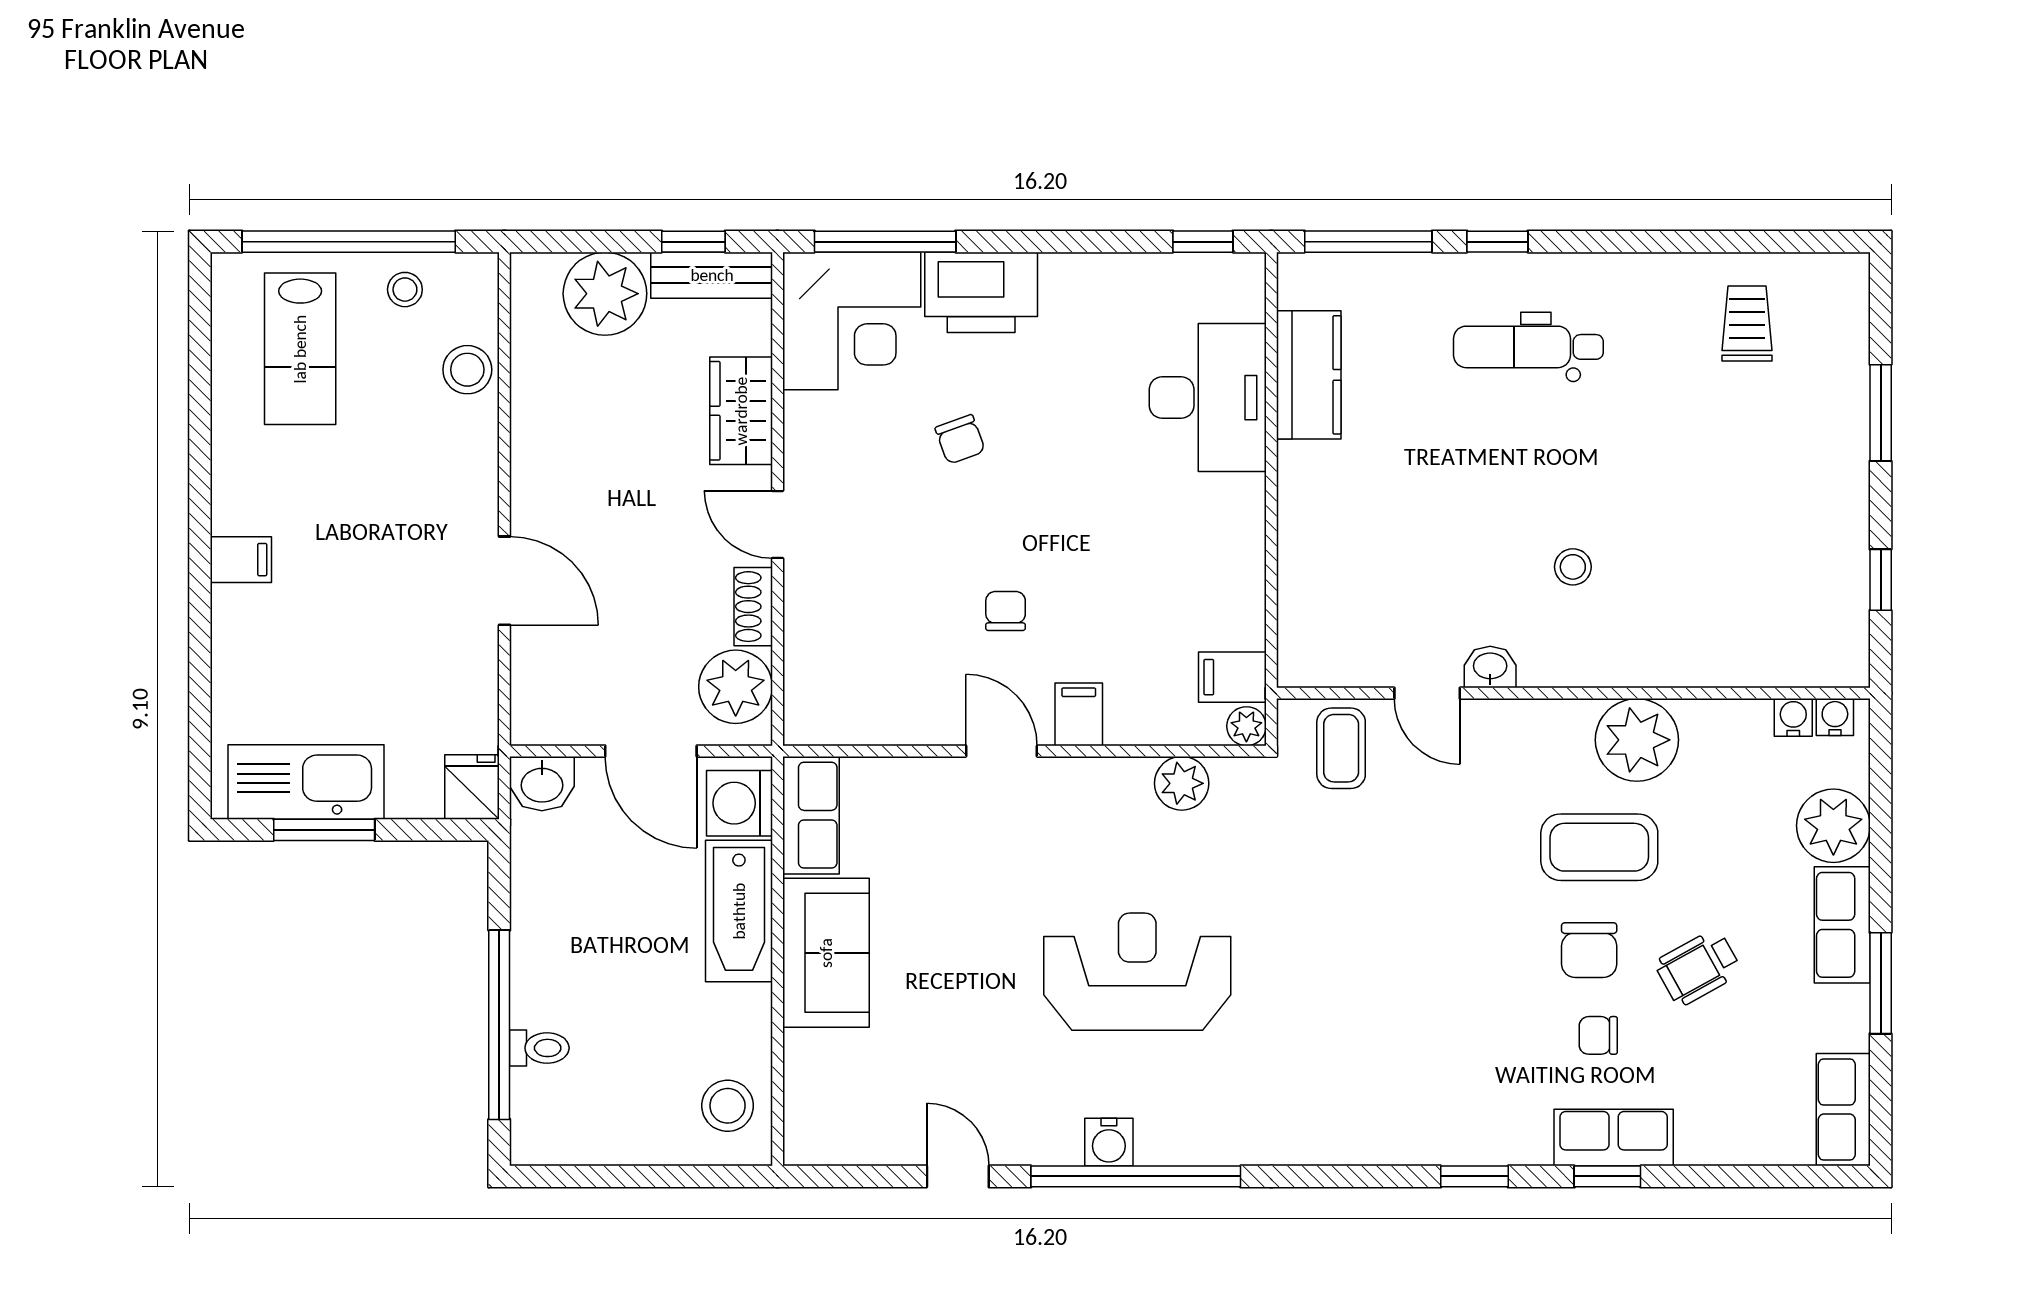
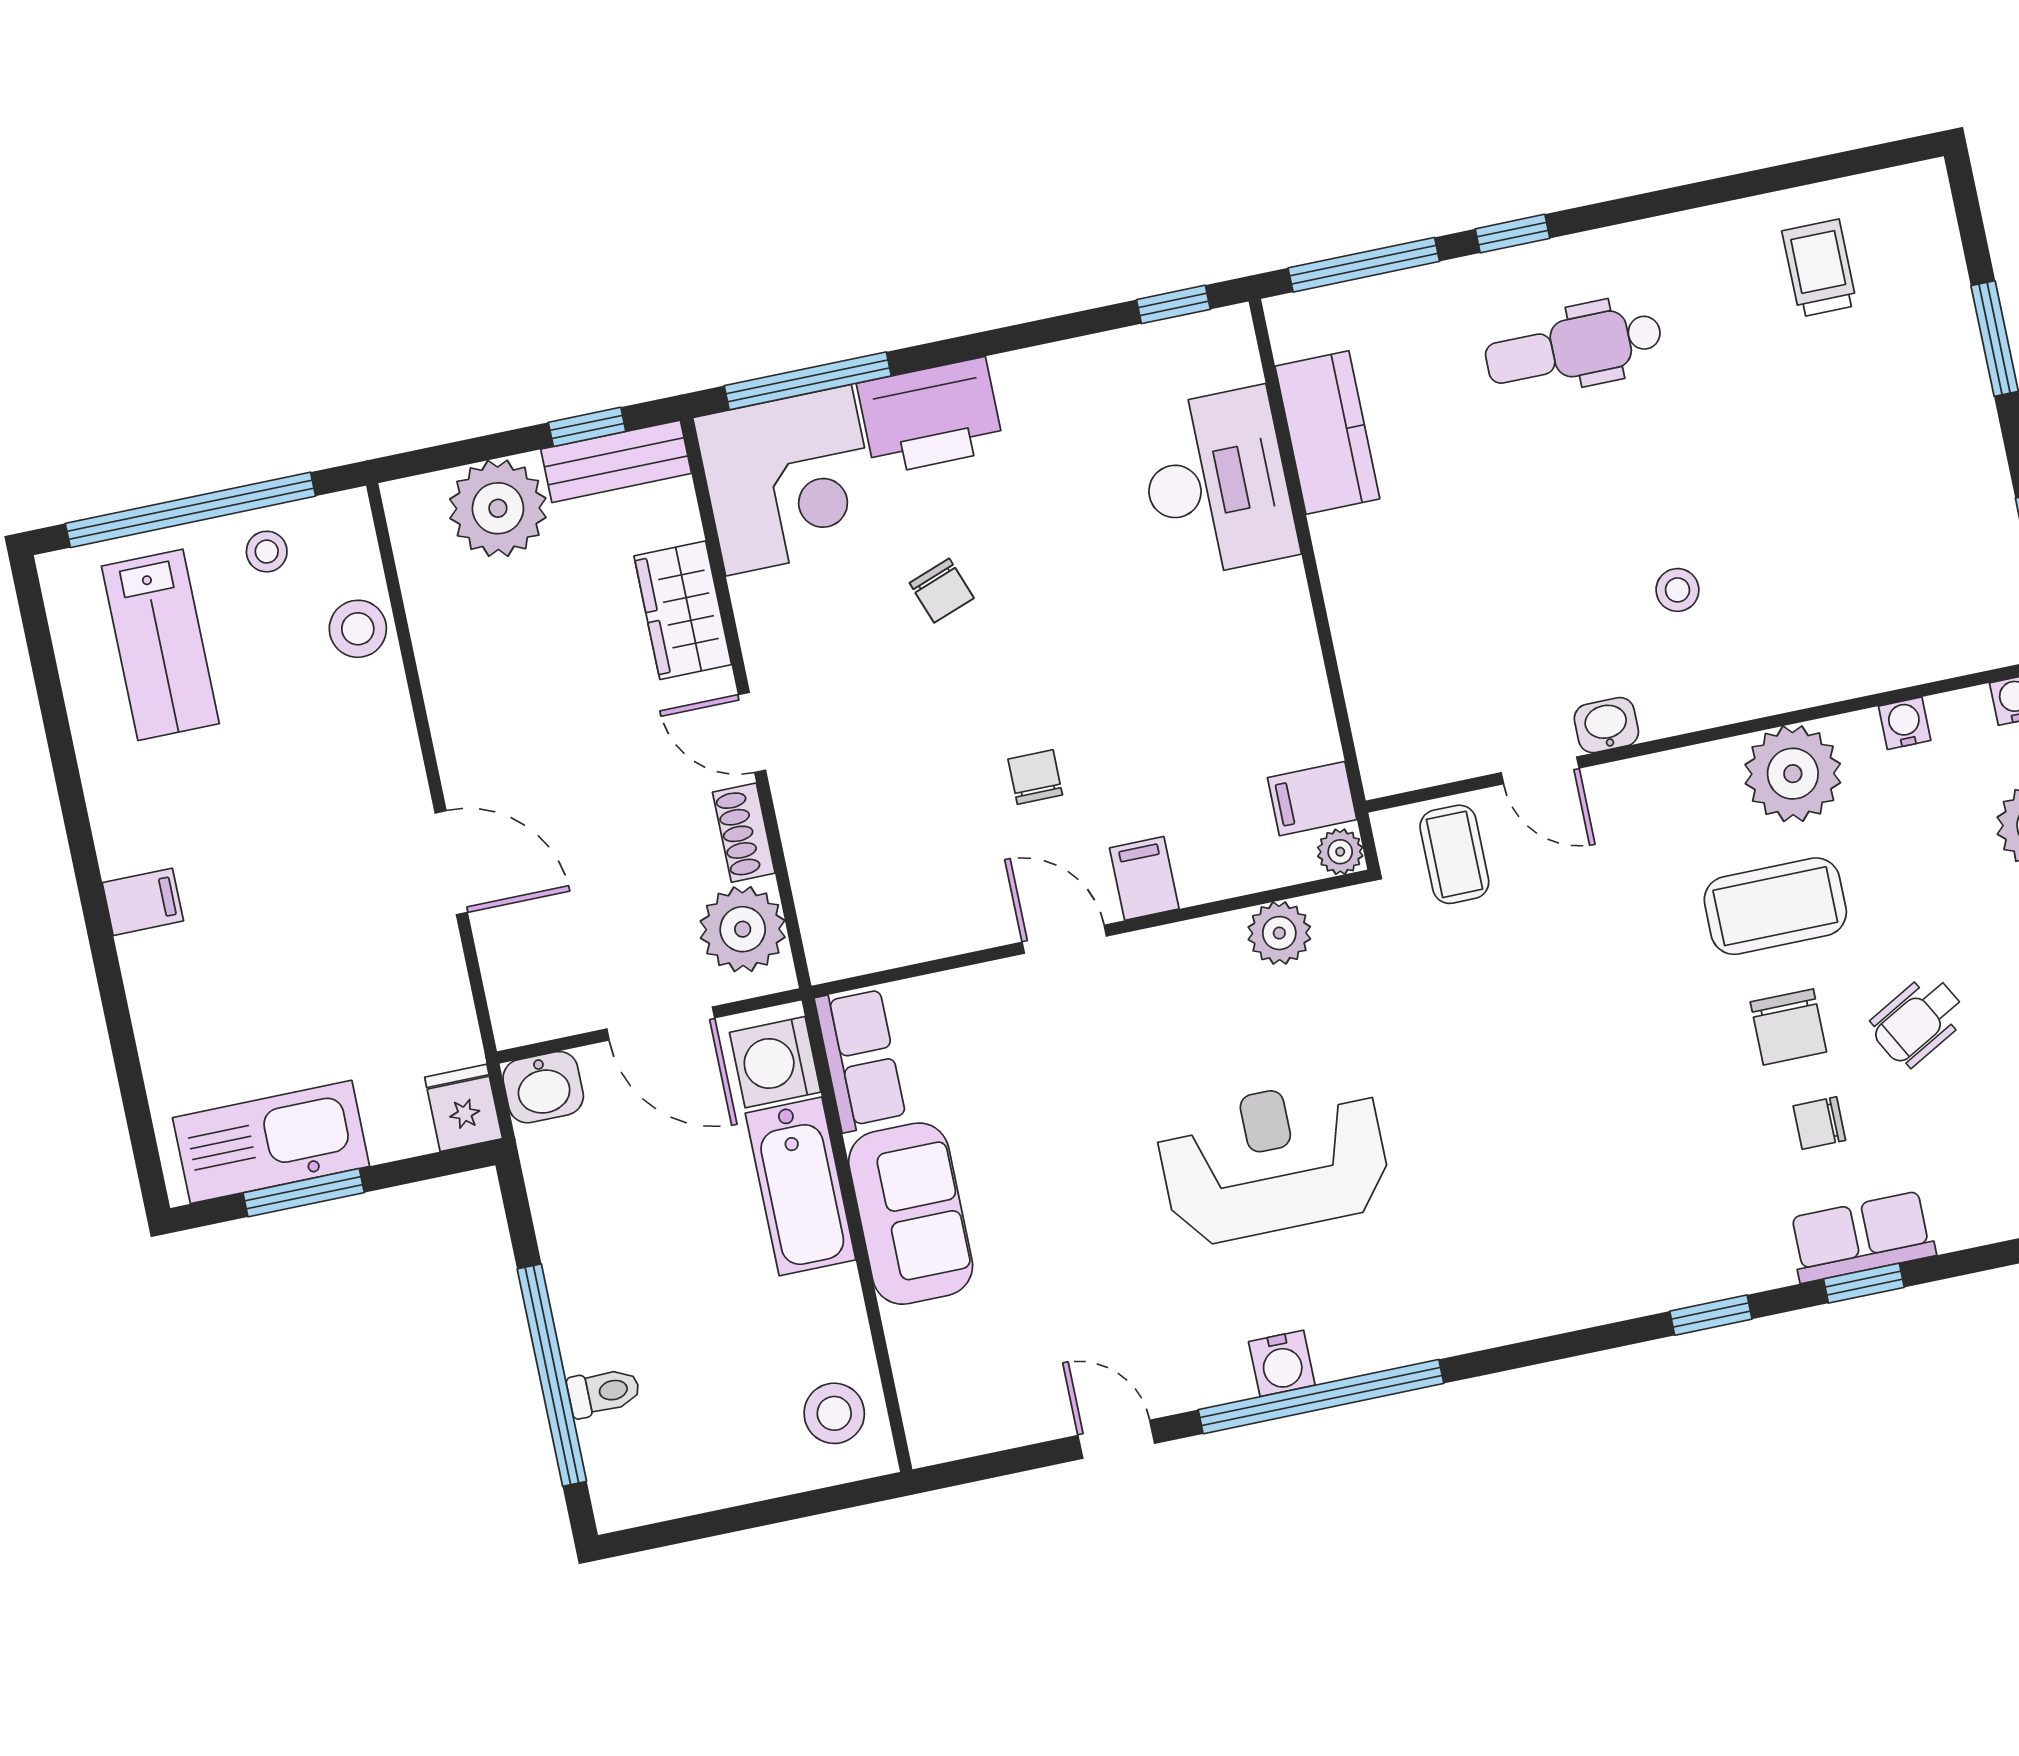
water cooler: (1793, 717) -> (1905, 723), moved

